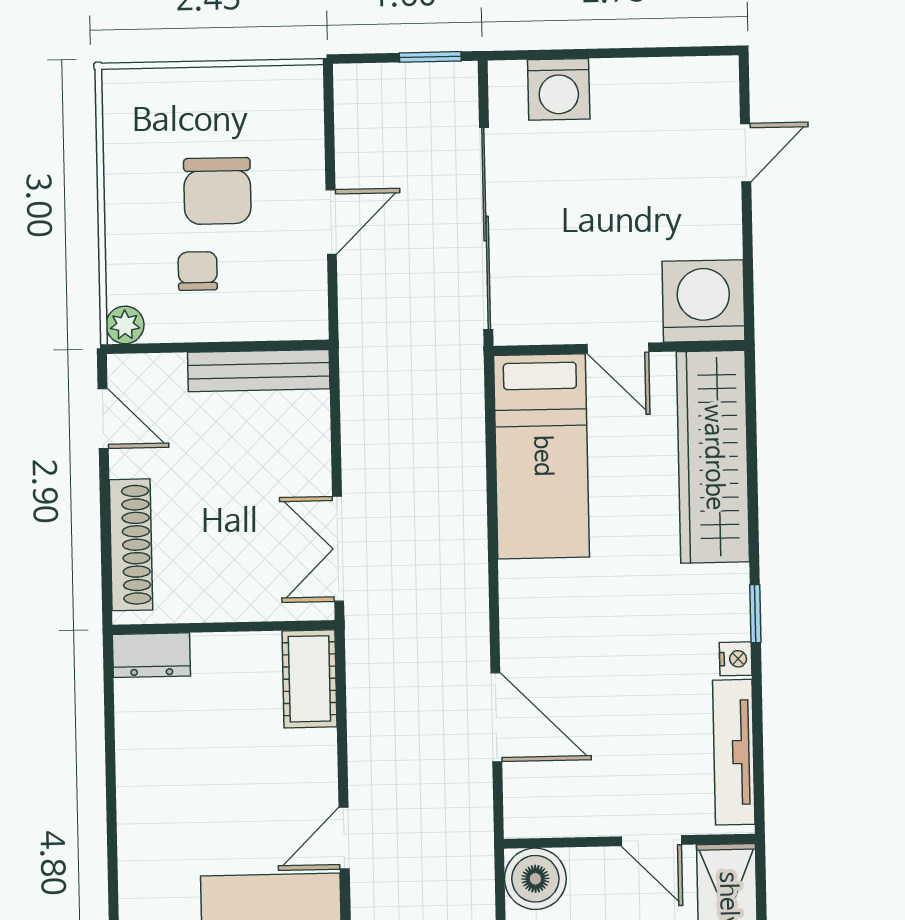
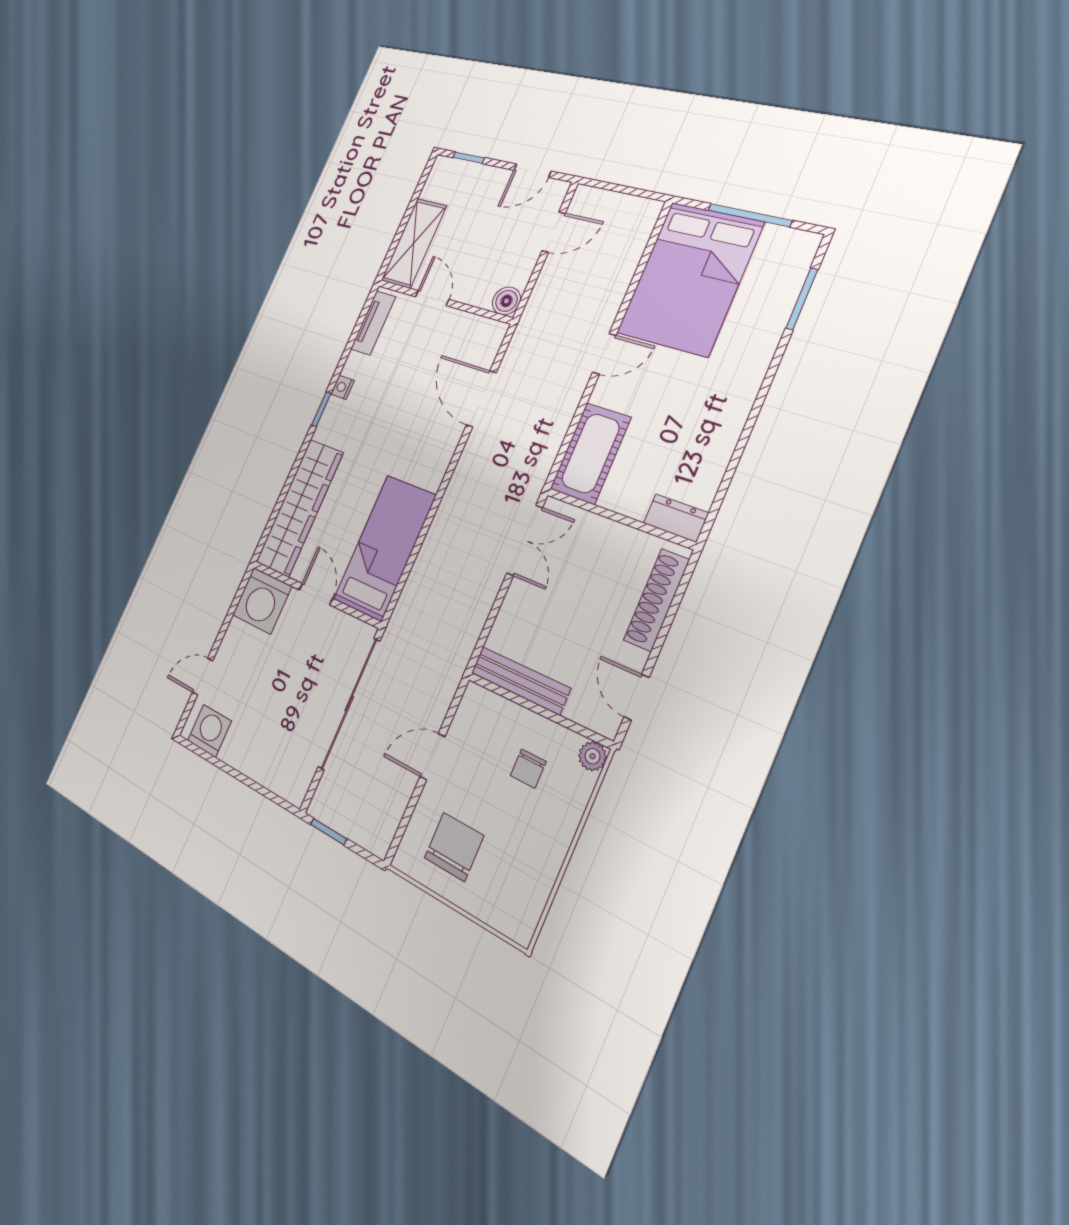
washing machine: (559, 89) -> (209, 731), moved
chair: (217, 191) -> (454, 847), moved
cot: (309, 679) -> (591, 453), width x1.37, depth x1.34
tv unit: (734, 752) -> (373, 323), width x0.71
boiler: (535, 879) -> (506, 301), width x0.73, depth x0.73

